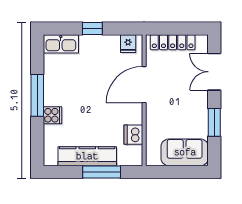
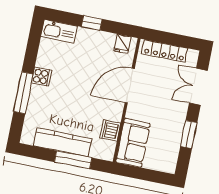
window: (37, 95) -> (23, 93), moved
cooker: (52, 115) -> (42, 77), moved
sofa: (185, 152) -> (133, 143), moved, turned 90

